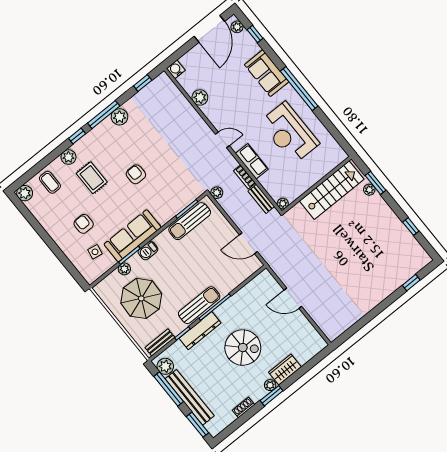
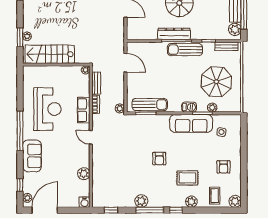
rug: (92, 178) -> (187, 178), turned 90
armchair: (84, 224) -> (223, 167), moved
dresser: (200, 331) -> (174, 34), moved

